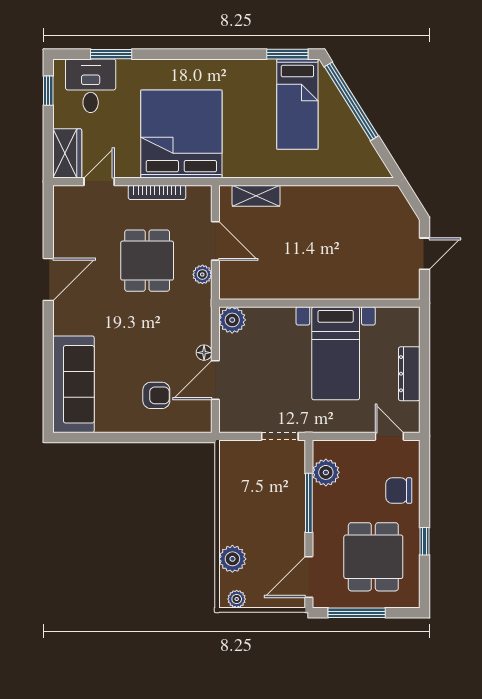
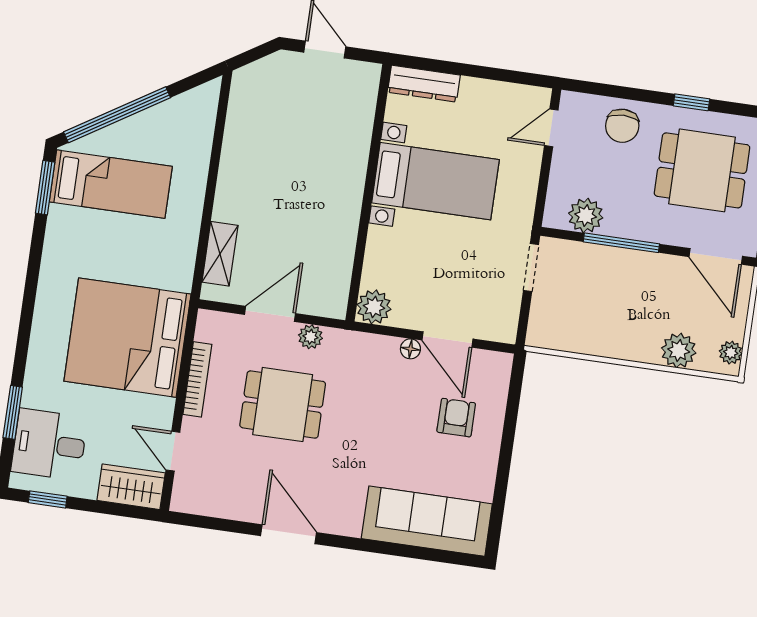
dresser: (409, 374) -> (424, 84), moved

